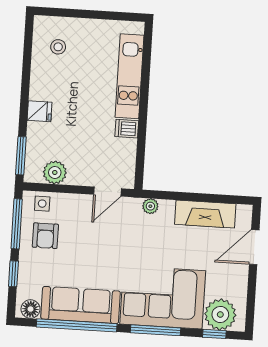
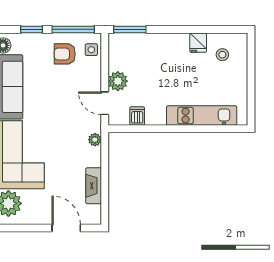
fridge: (40, 111) -> (198, 43), moved
dishwasher: (127, 129) -> (137, 116), moved
plant: (55, 172) -> (118, 81), moved
fireplace: (205, 214) -> (94, 186), width x0.73, depth x0.76

